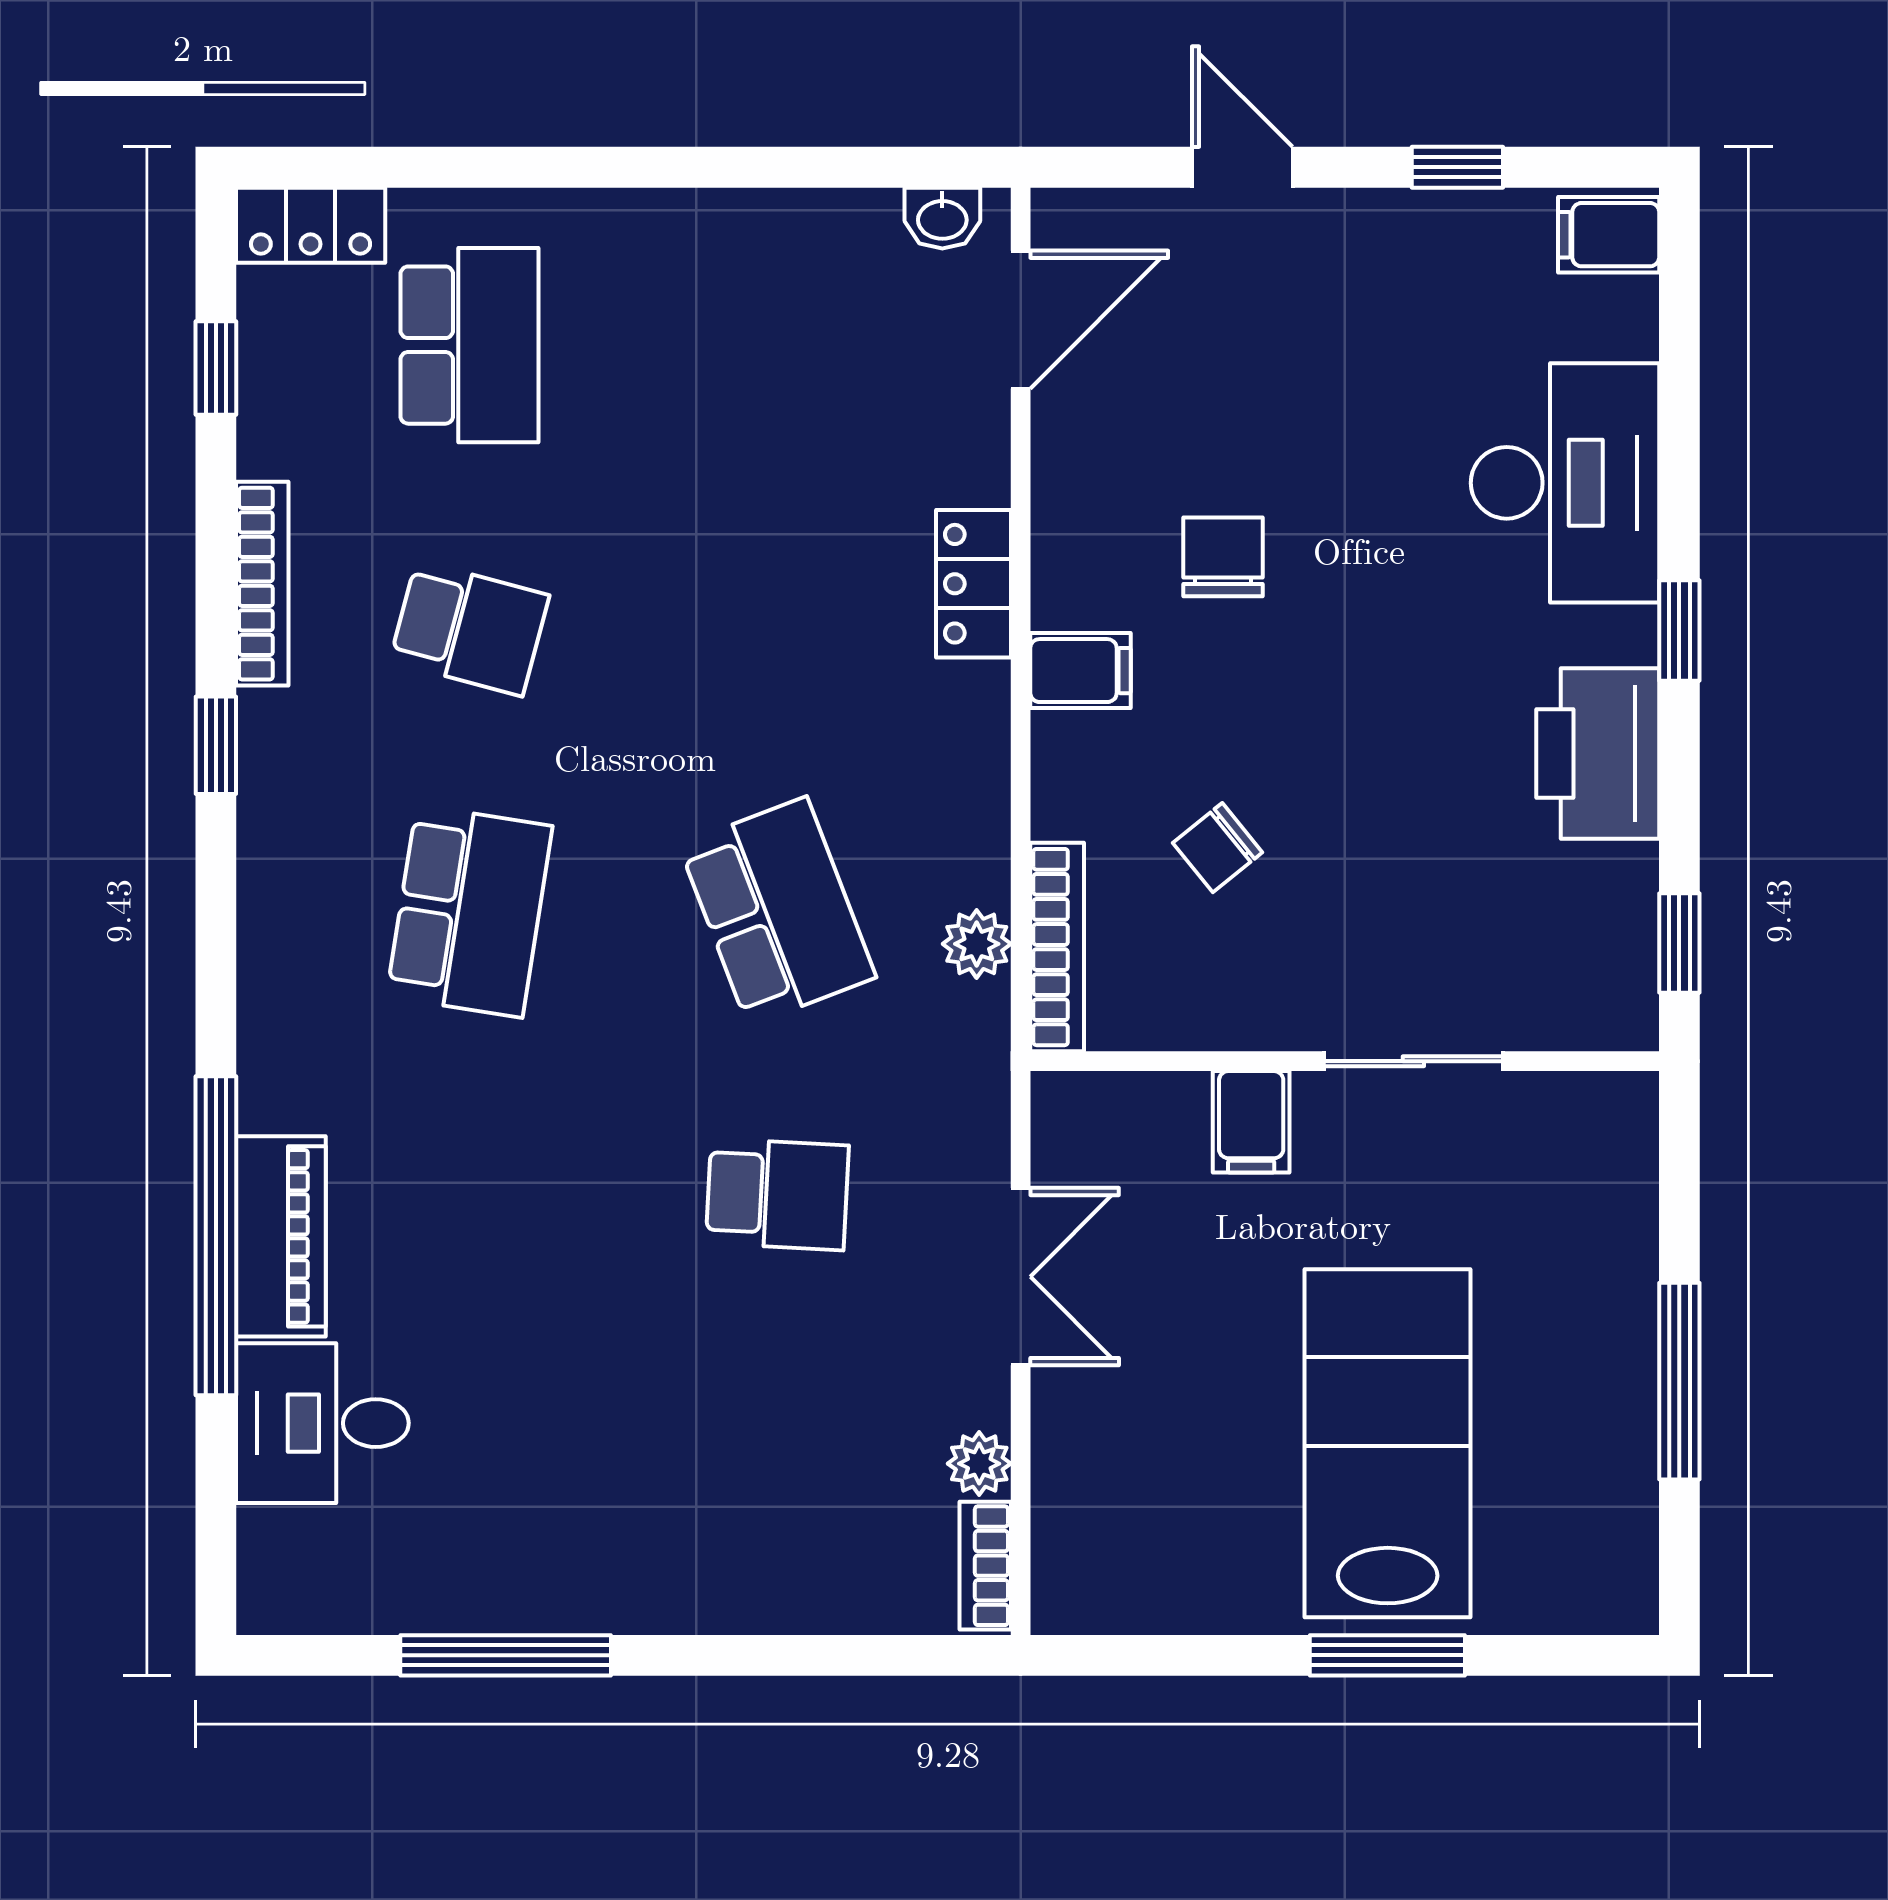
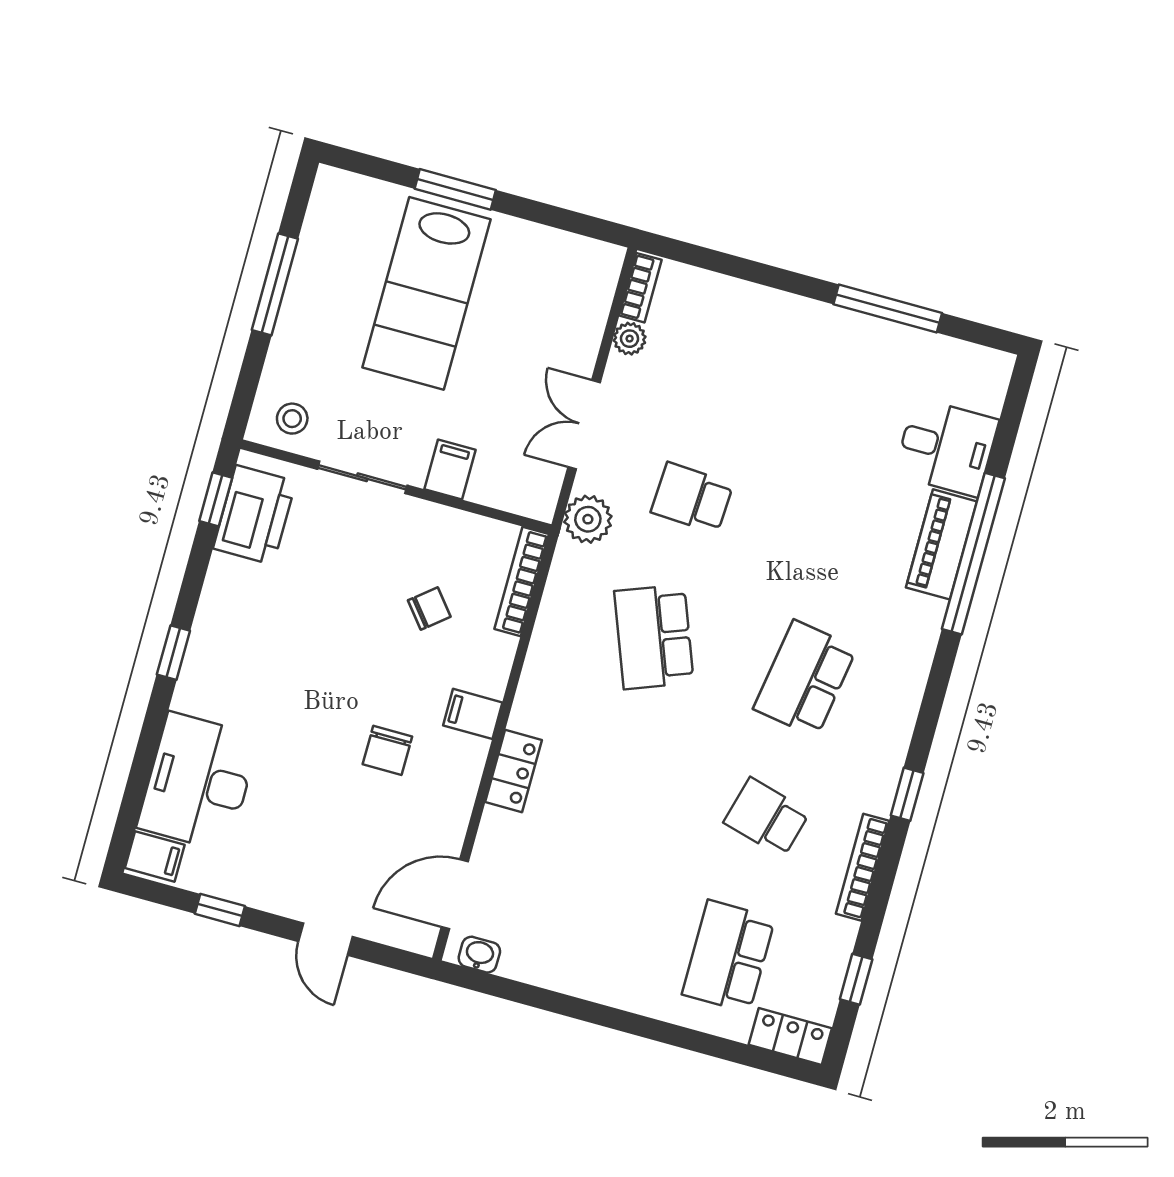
desk: (1565, 483) -> (198, 782), moved
printer: (1598, 754) -> (254, 515), moved
plant: (977, 944) -> (588, 519), moved, width x1.38, depth x1.38
stool: (1577, 1136) -> (292, 419), added

